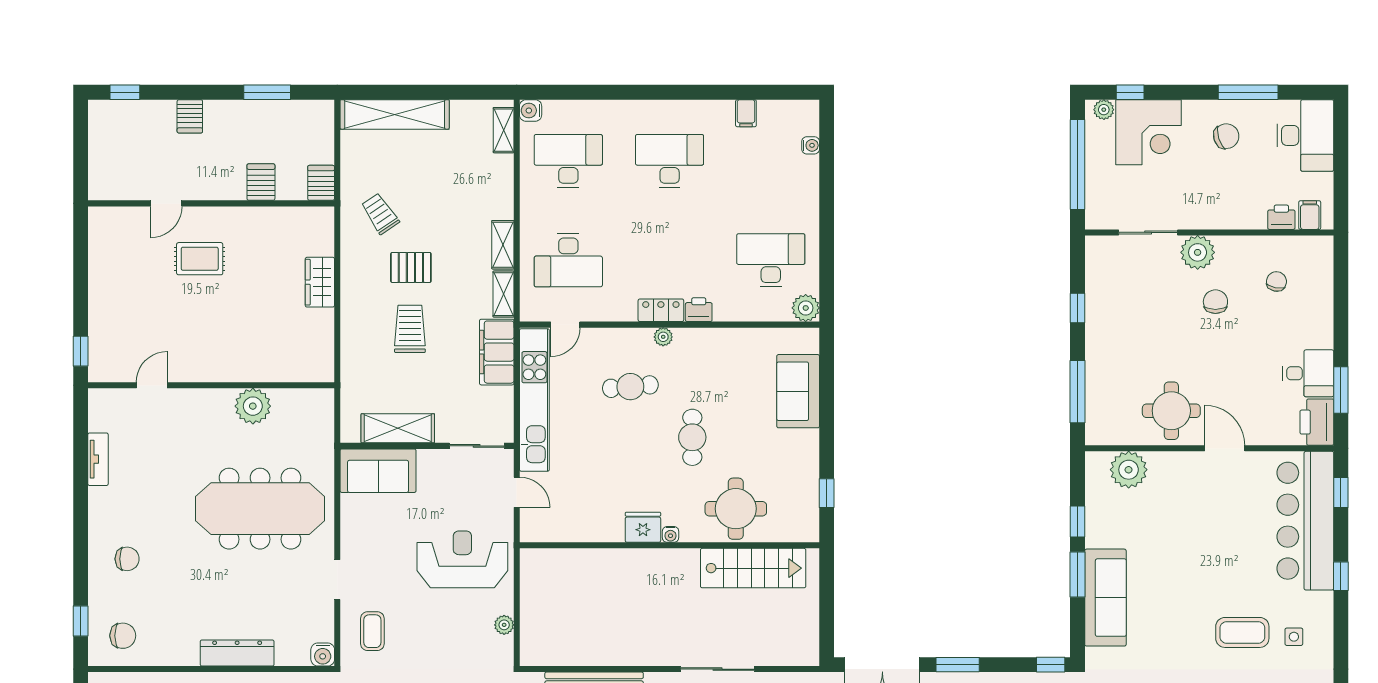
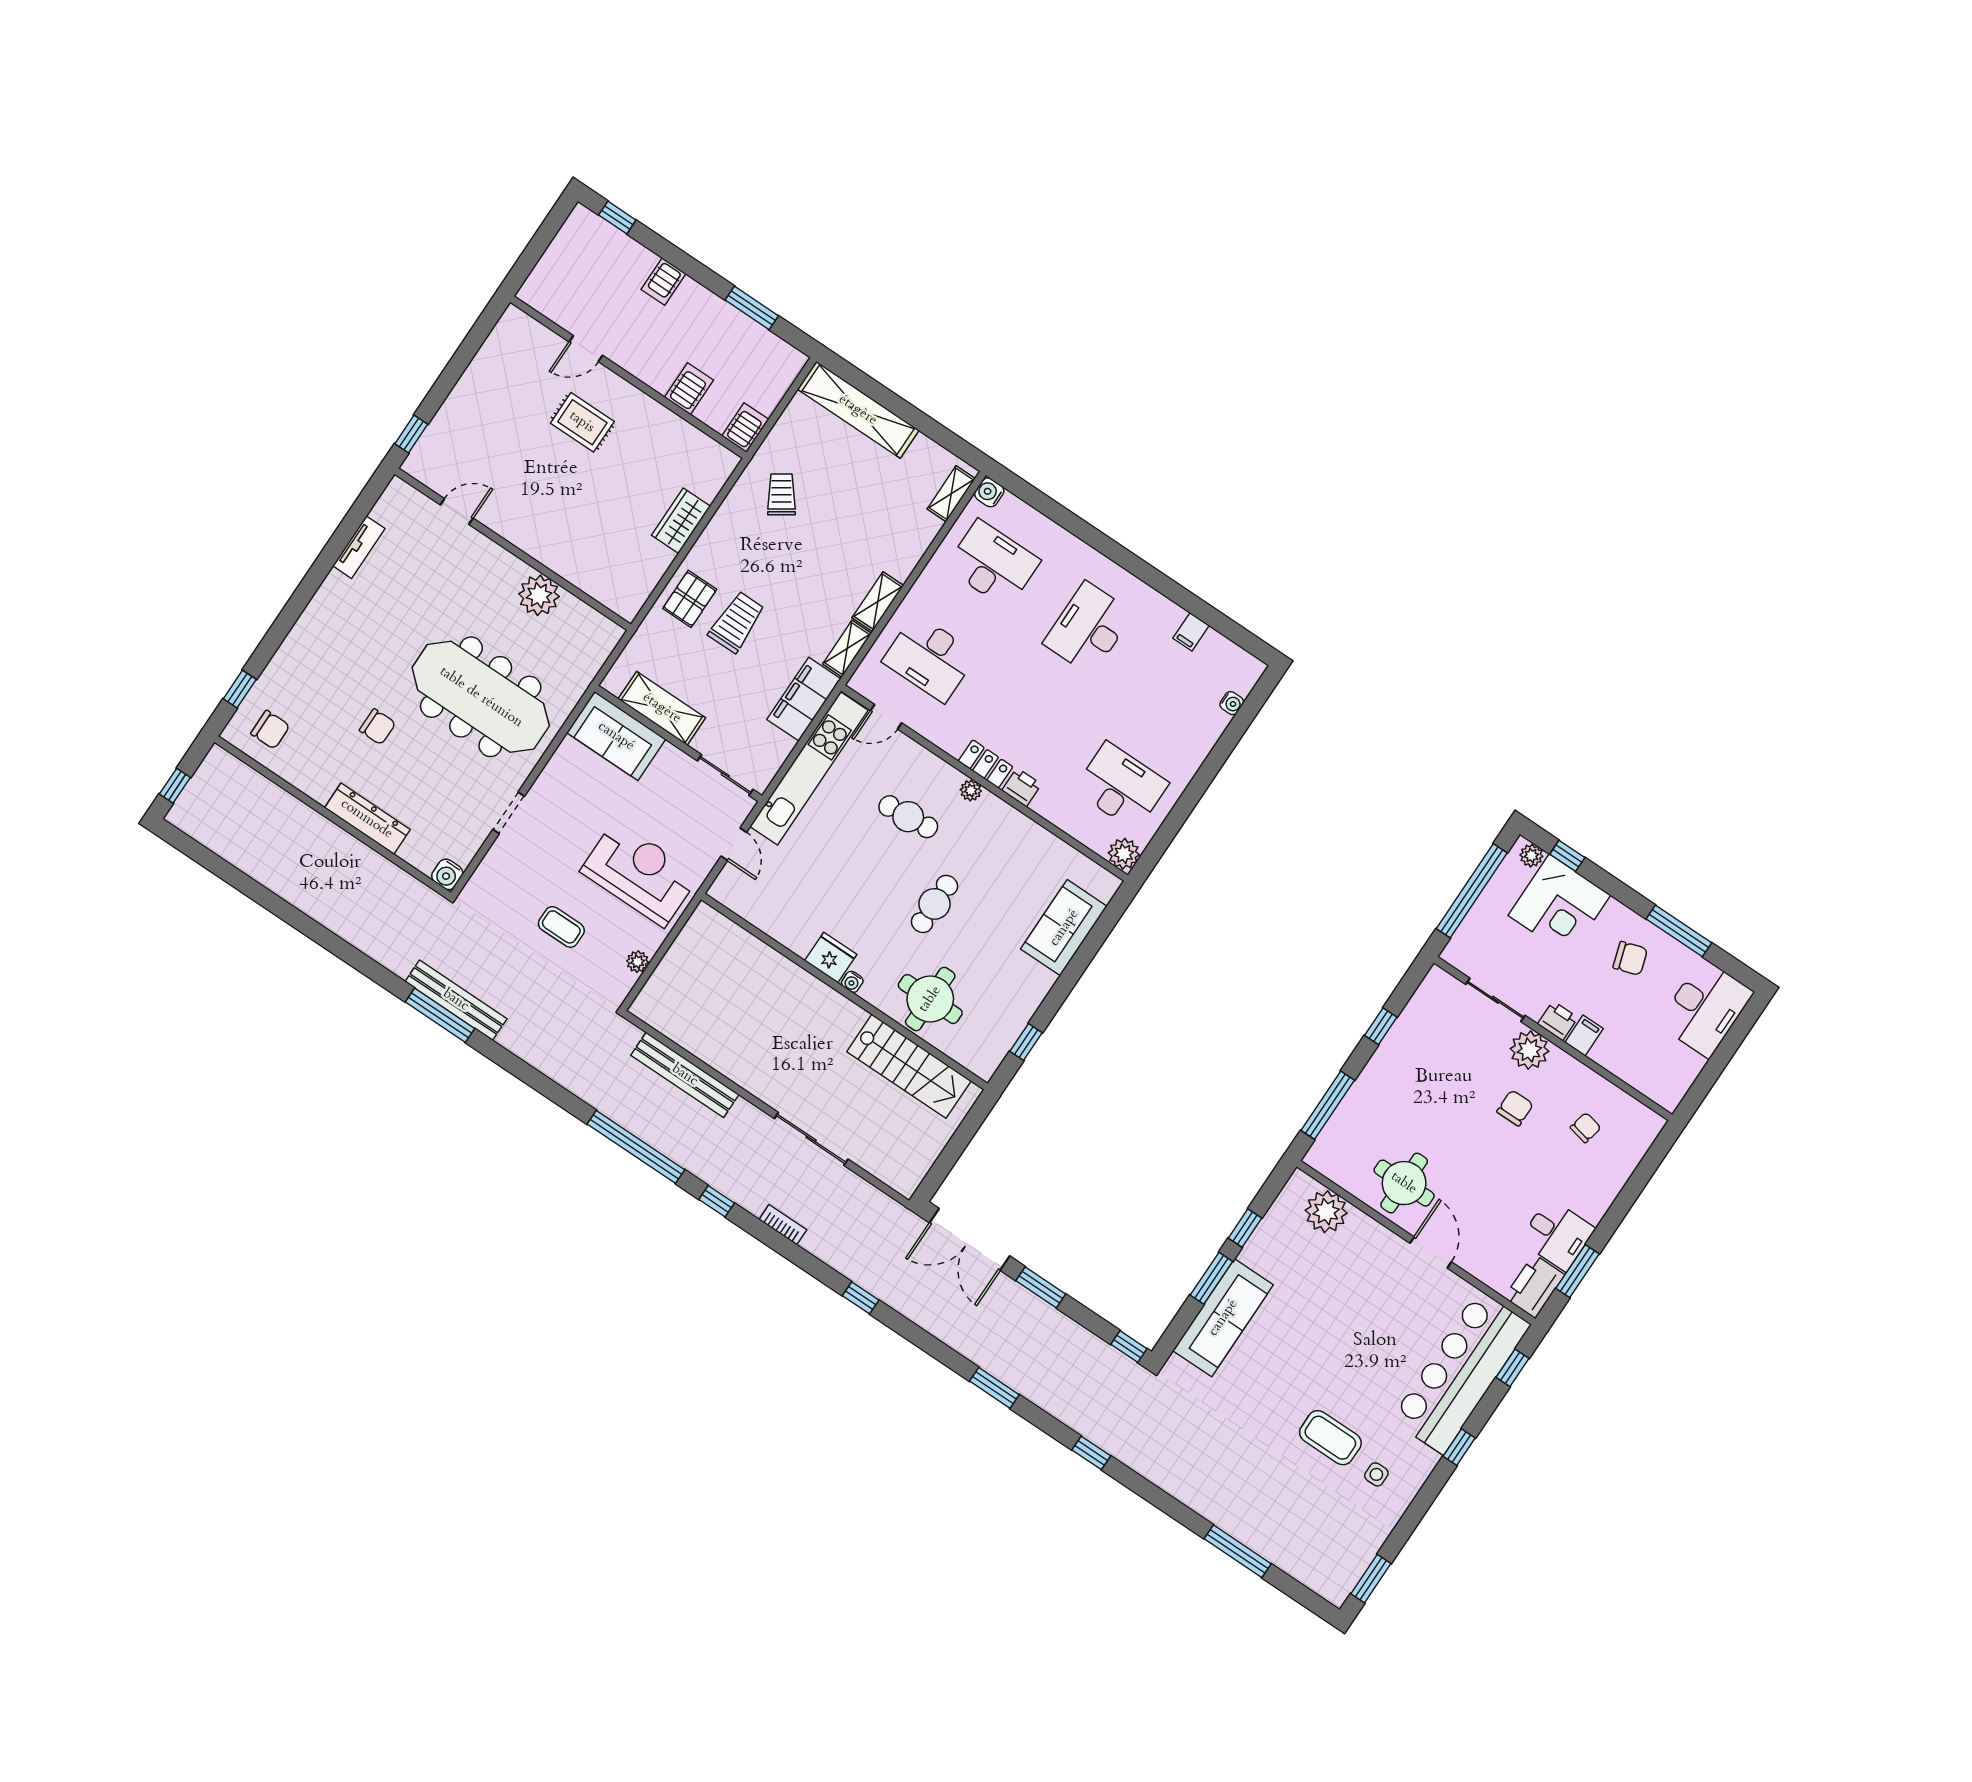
desk: (670, 161) -> (1088, 628), turned -90
filing cabinet: (1310, 215) -> (1584, 1036), moved
printer: (1281, 217) -> (1558, 1021), moved
pallet: (411, 267) -> (690, 599), moved, turned 90
chair: (127, 559) -> (377, 727), moved
coffee table: (372, 631) -> (561, 927), moved, turned 90

